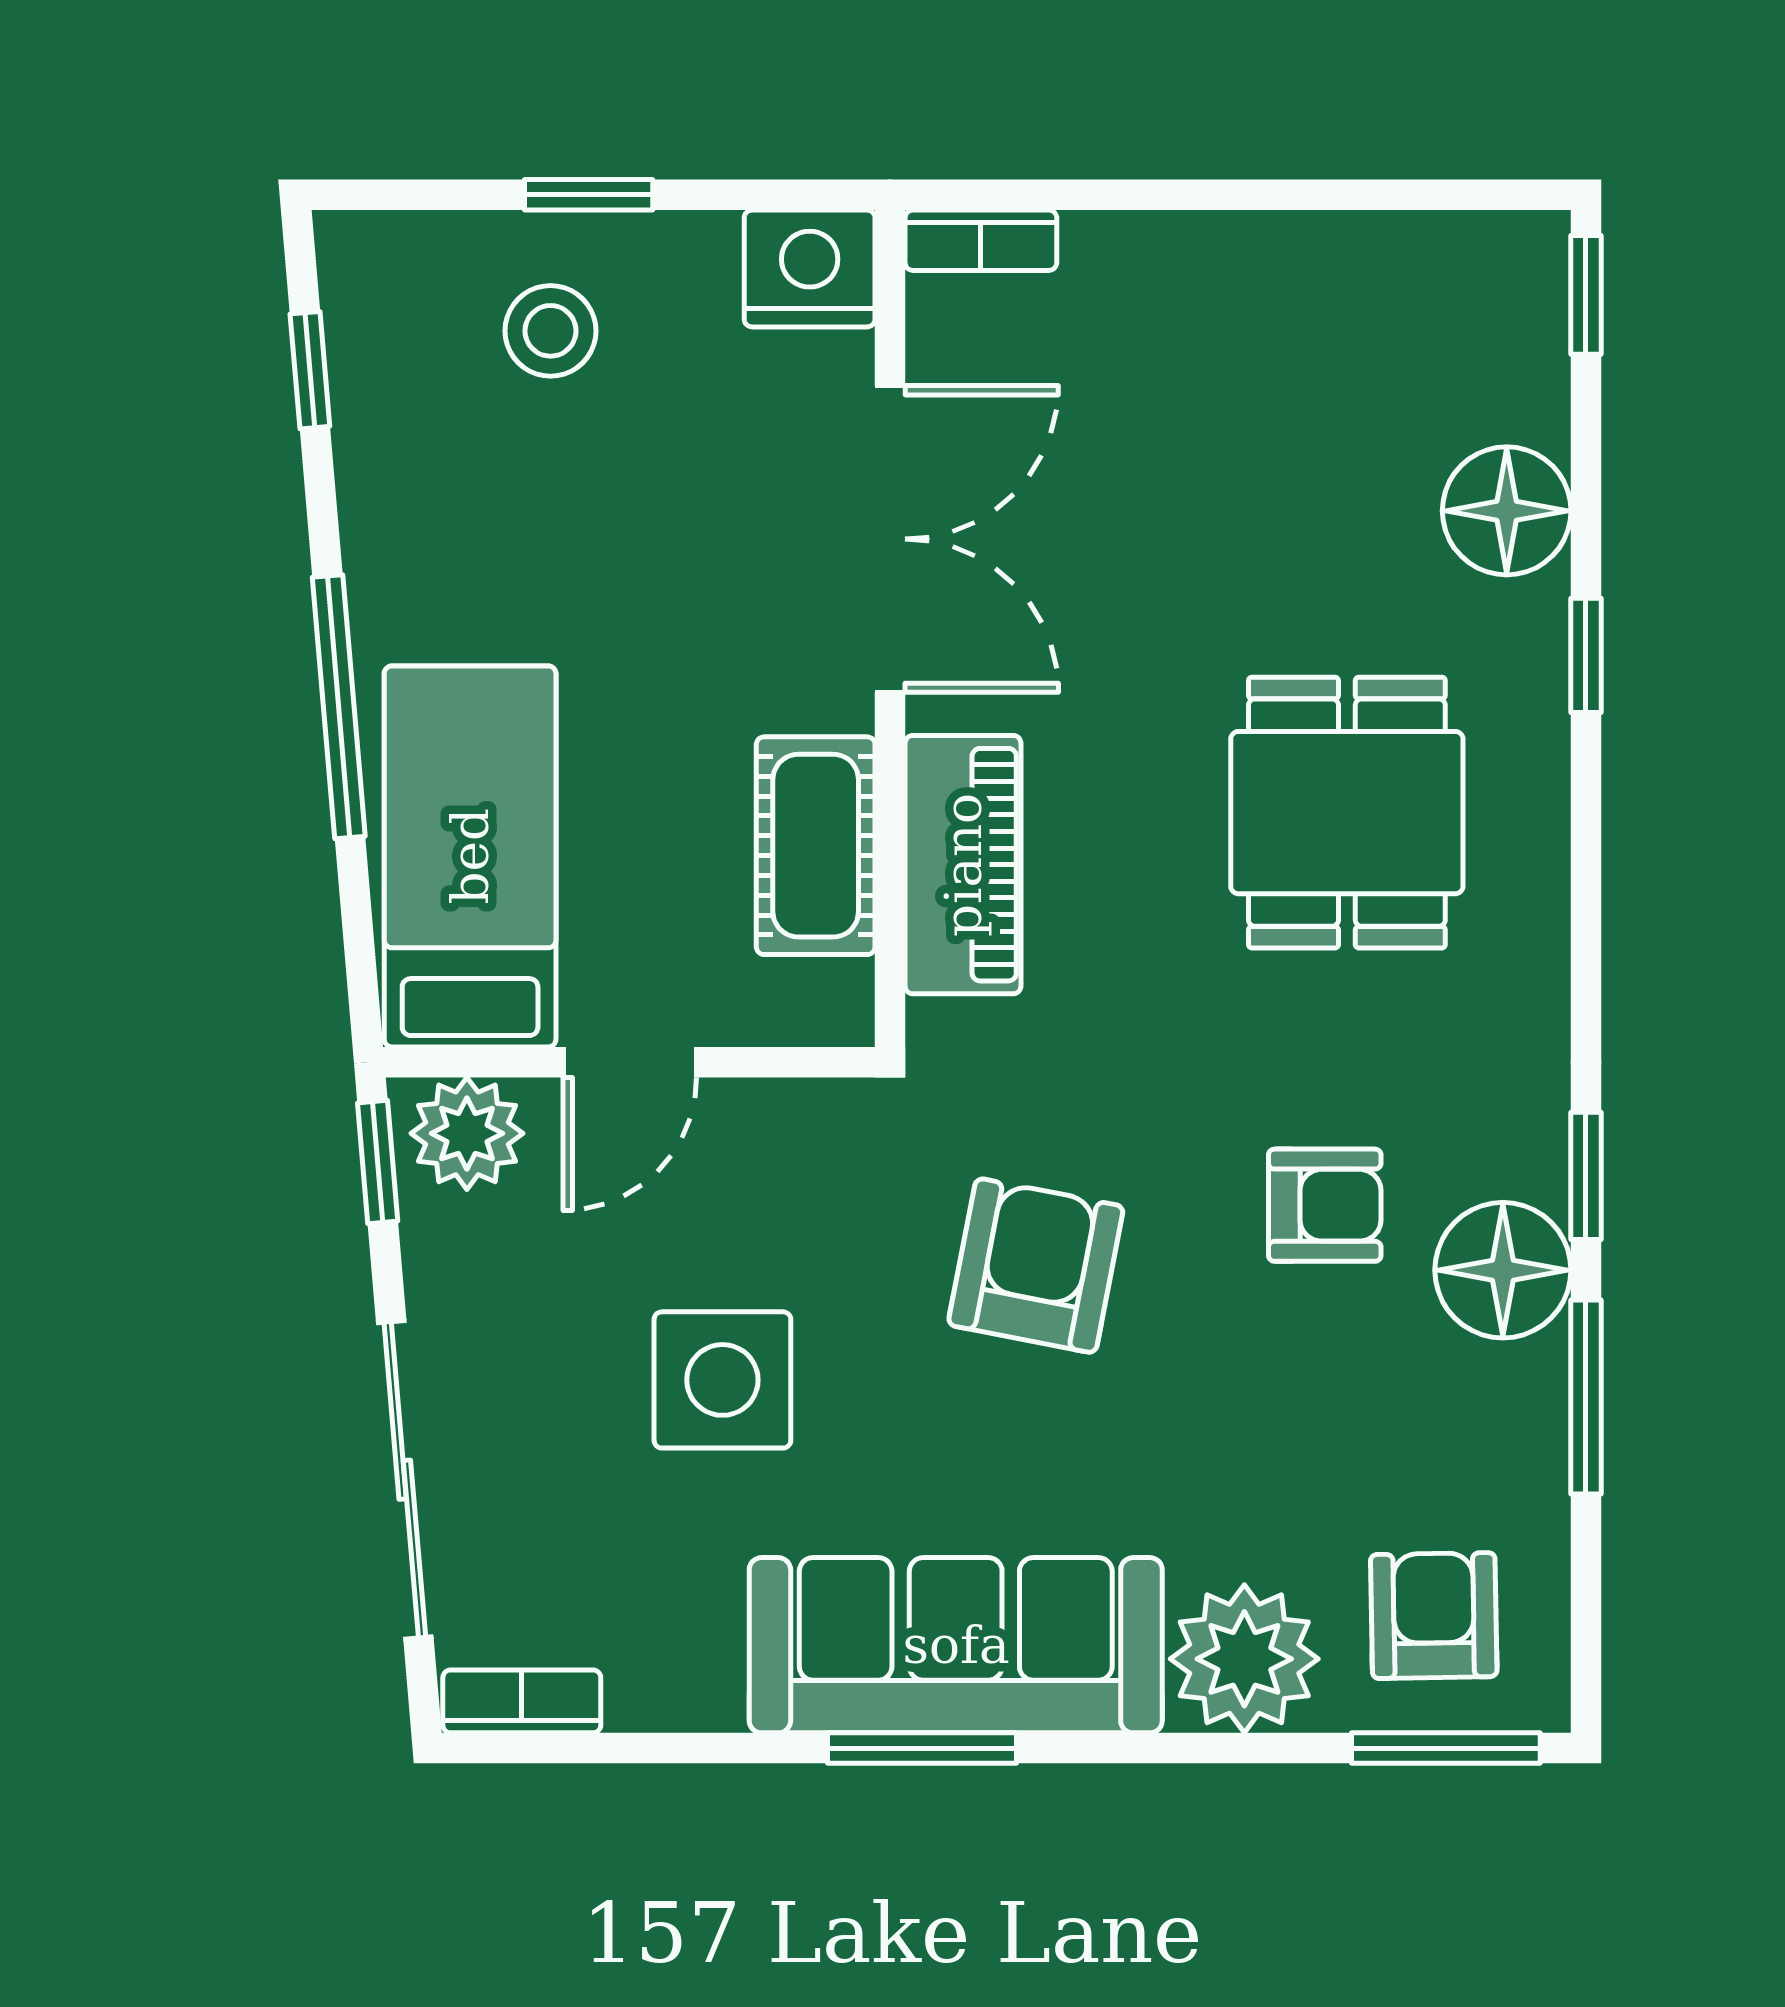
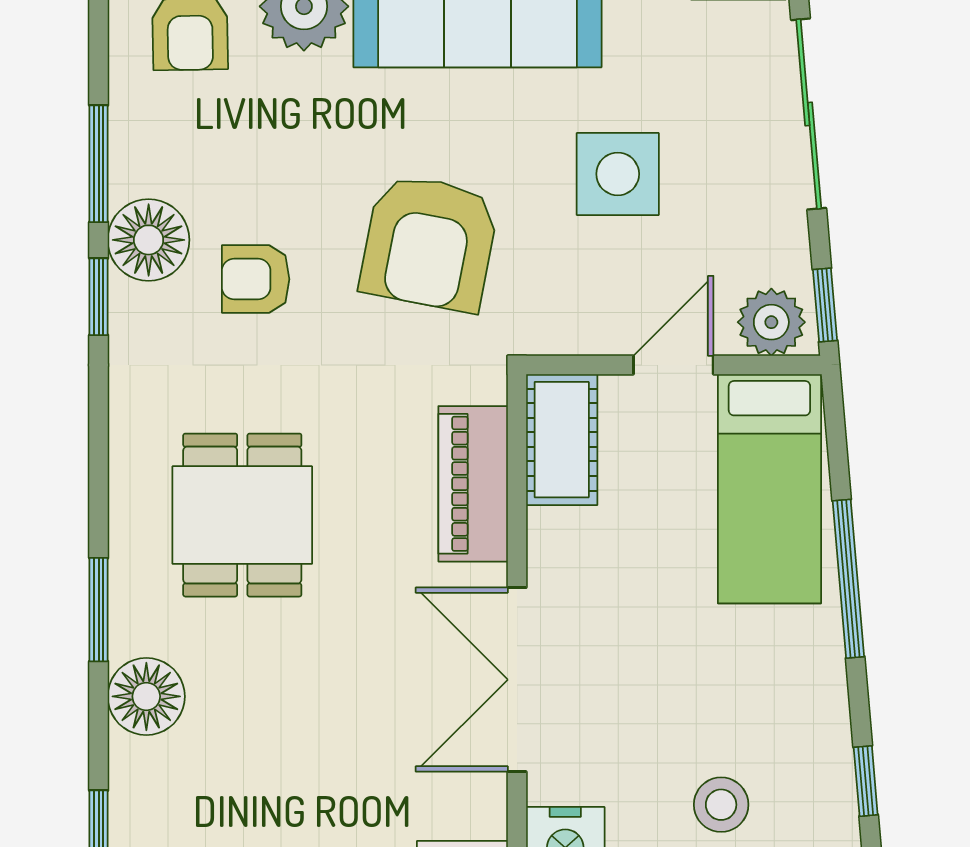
window: (1586, 655) -> (99, 610), width x1.50
cot: (816, 846) -> (562, 440), moved
armchair: (1036, 1266) -> (429, 243), width x1.36, depth x1.36

